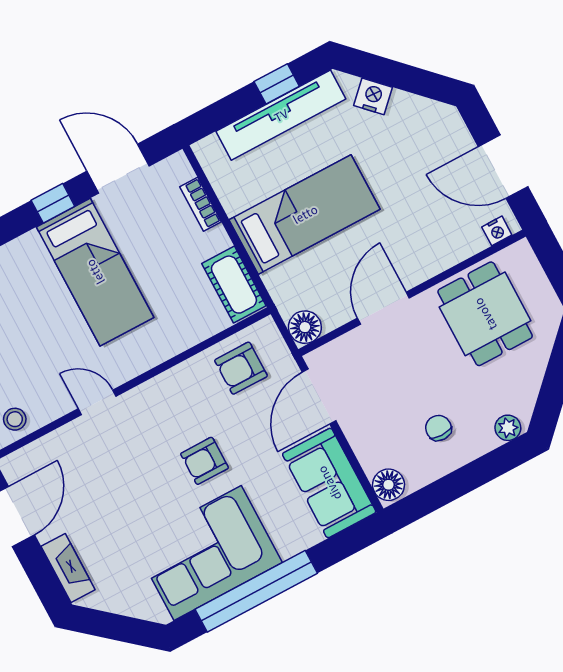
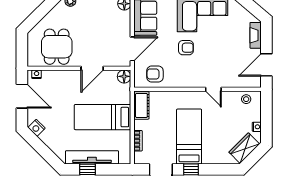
nightstand: (373, 96) -> (37, 128), moved
armchair: (241, 368) -> (155, 74), turned 180
chair: (438, 428) -> (95, 15), removed

